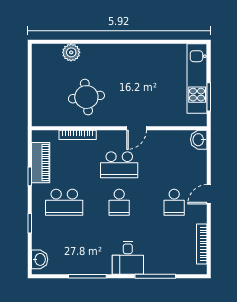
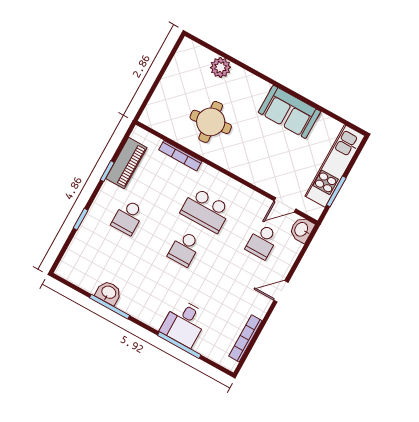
sofa: (141, 57) -> (289, 112), added
door: (137, 128) -> (285, 205), moved
school desk: (64, 202) -> (128, 217), width x0.54
school desk: (174, 202) -> (262, 241), moved
desk: (128, 258) -> (184, 323), moved
washbasin: (40, 259) -> (109, 293), moved, turned -90

